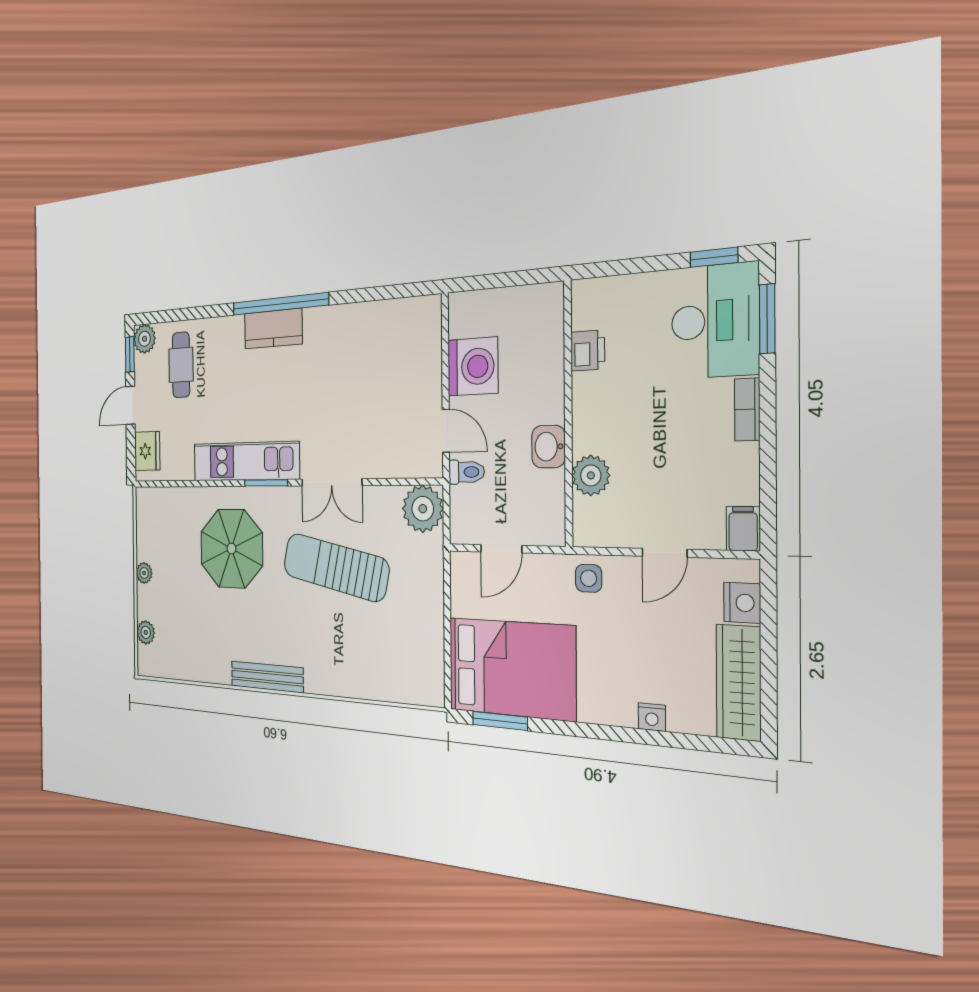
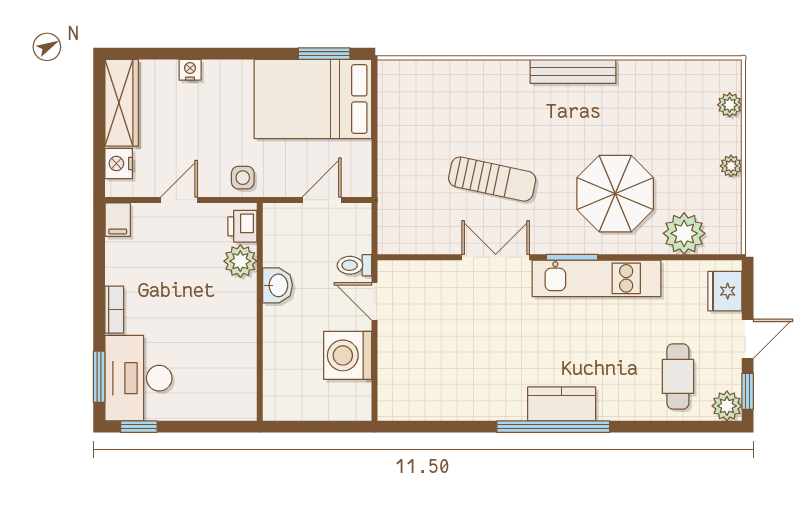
printer: (588, 351) -> (242, 226), moved
plant: (423, 509) -> (684, 233), moved
sun lounger: (336, 567) -> (492, 179), width x0.73, depth x0.75

